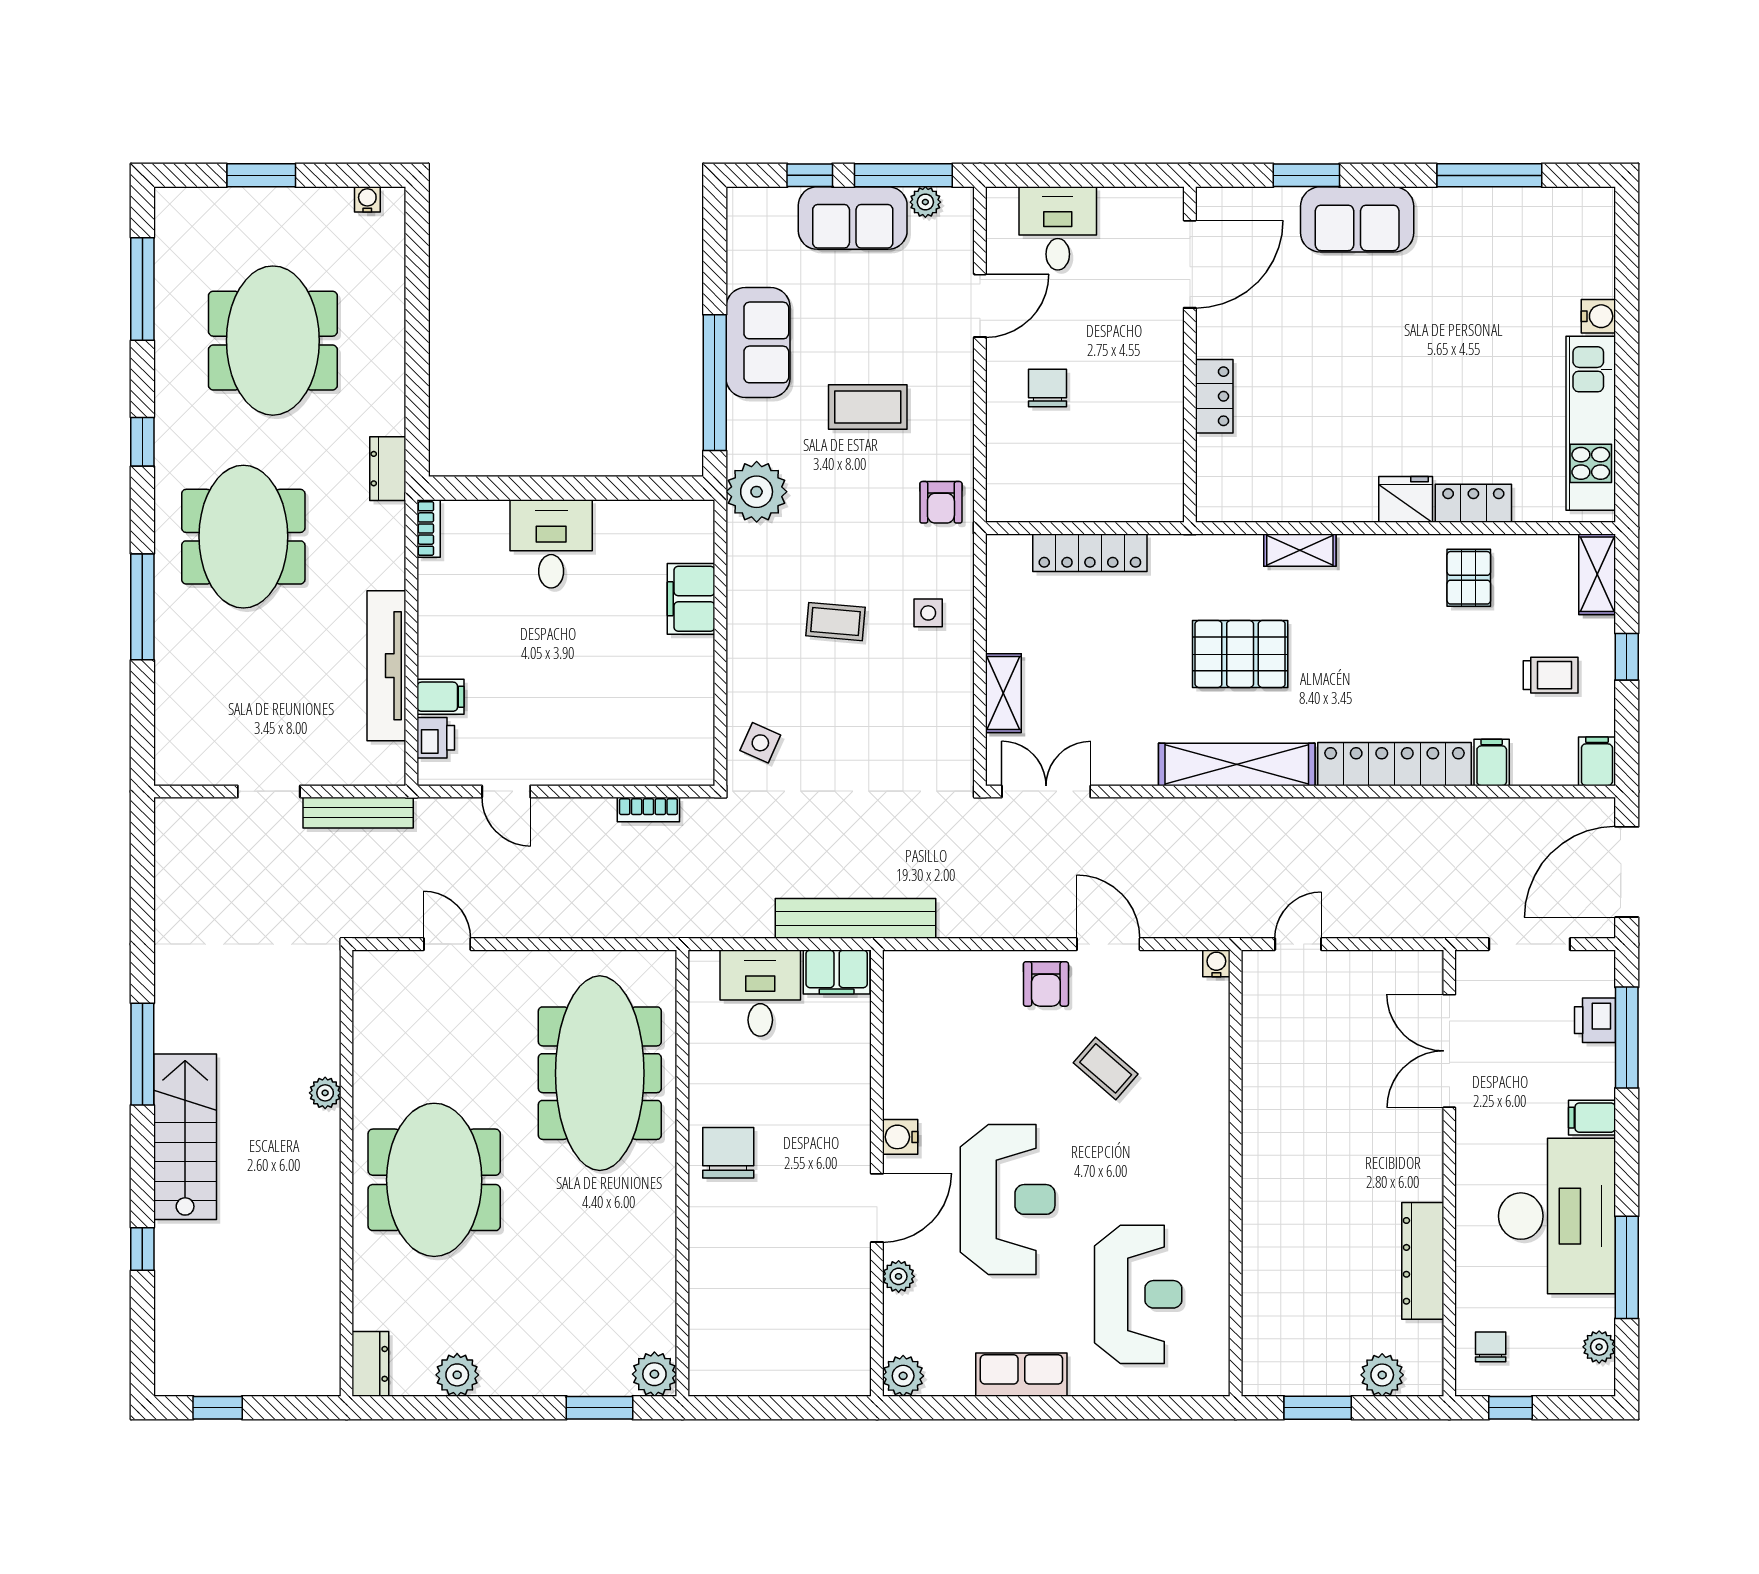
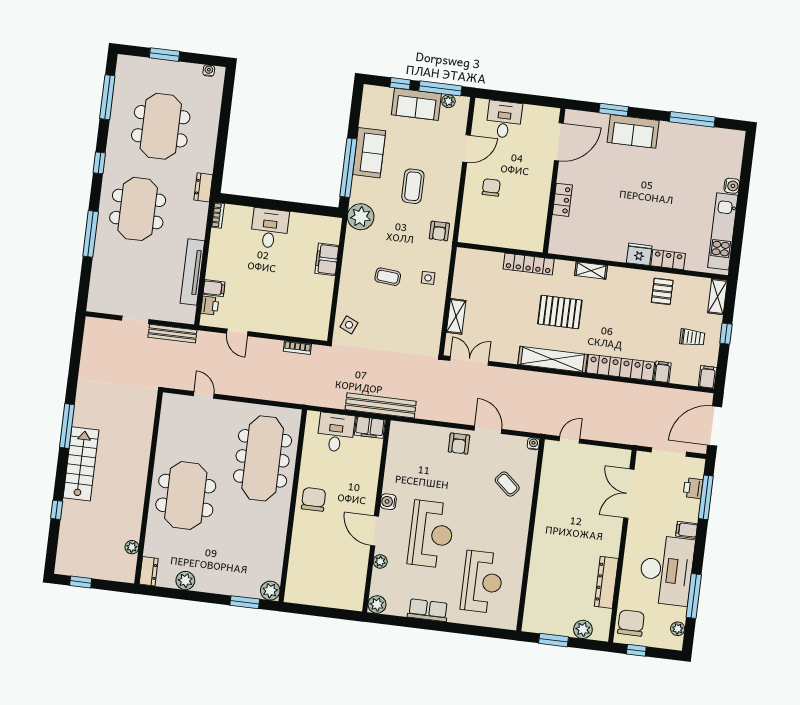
coffee table: (868, 407) -> (413, 186), turned 90
locker: (1090, 553) -> (529, 264), moved
coffee table: (1106, 1068) -> (507, 484), moved
plant: (325, 1093) -> (132, 547), moved
door: (877, 1208) -> (375, 531), swing flipped
chair: (1491, 1347) -> (631, 623), width x1.87, depth x1.87

